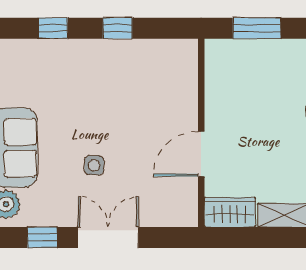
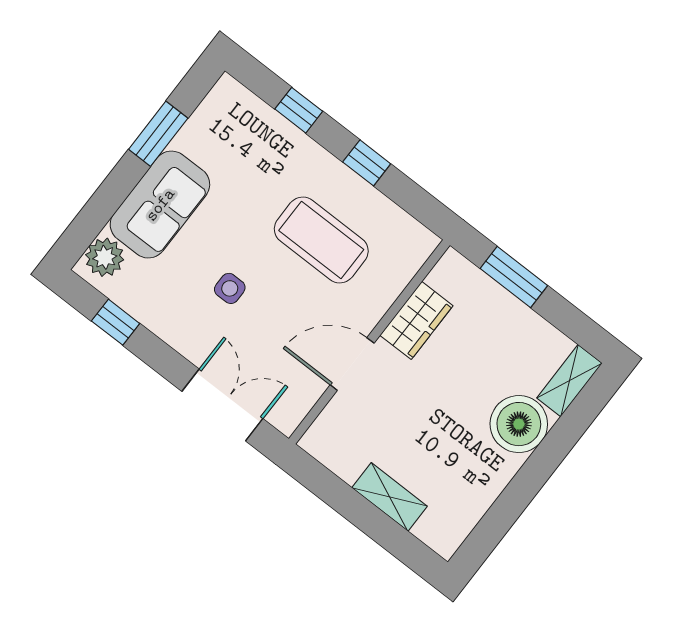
coffee table: (126, 95) -> (321, 240), added
wardrobe: (230, 212) -> (416, 320), moved, turned 90
double door: (108, 237) -> (222, 405), moved

